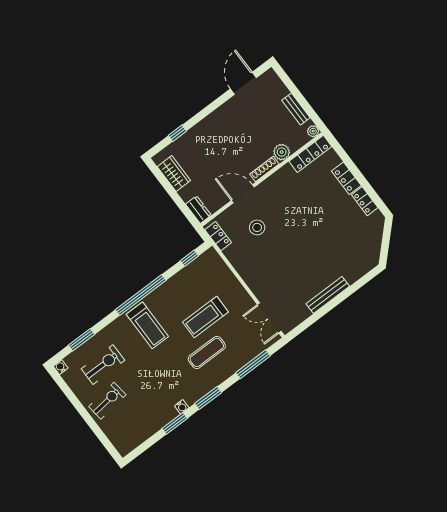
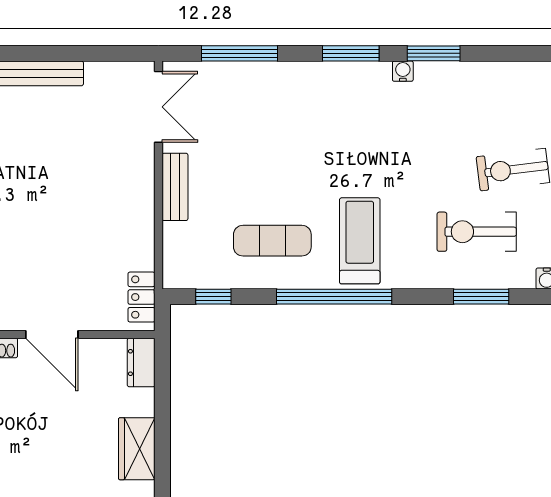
stool: (257, 227) -> (70, 264), removed
bench: (238, 291) -> (175, 187), added
treadmill: (205, 317) -> (258, 185), removed
exercise mat: (207, 352) -> (272, 241), moved

